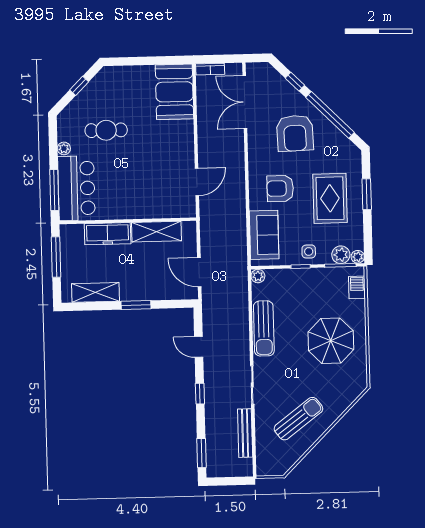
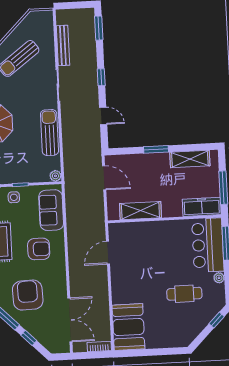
window: (79, 86) -> (217, 320), moved
freezer: (108, 234) -> (202, 207), moved

